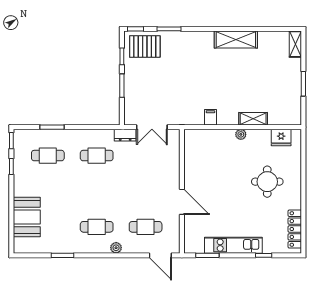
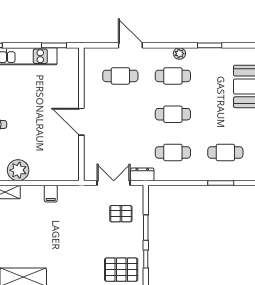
pallet: (145, 99) -> (121, 214), added
plant: (241, 134) -> (18, 170), width x1.87, depth x1.87
cafe table: (97, 191) -> (173, 114), added
door: (182, 202) -> (81, 122), moved
plant: (116, 248) -> (179, 54), moved
door: (160, 255) -> (130, 45), moved

